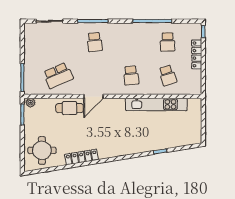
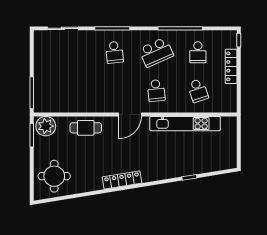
school desk: (58, 75) -> (156, 52), moved
door: (94, 96) -> (130, 114), moved
plant: (31, 103) -> (46, 126), width x1.87, depth x1.87
locker: (81, 157) -> (122, 180), moved

